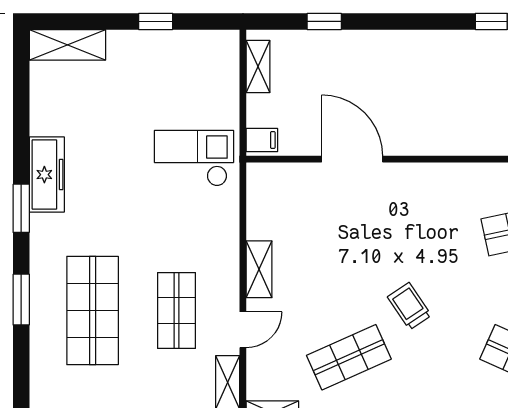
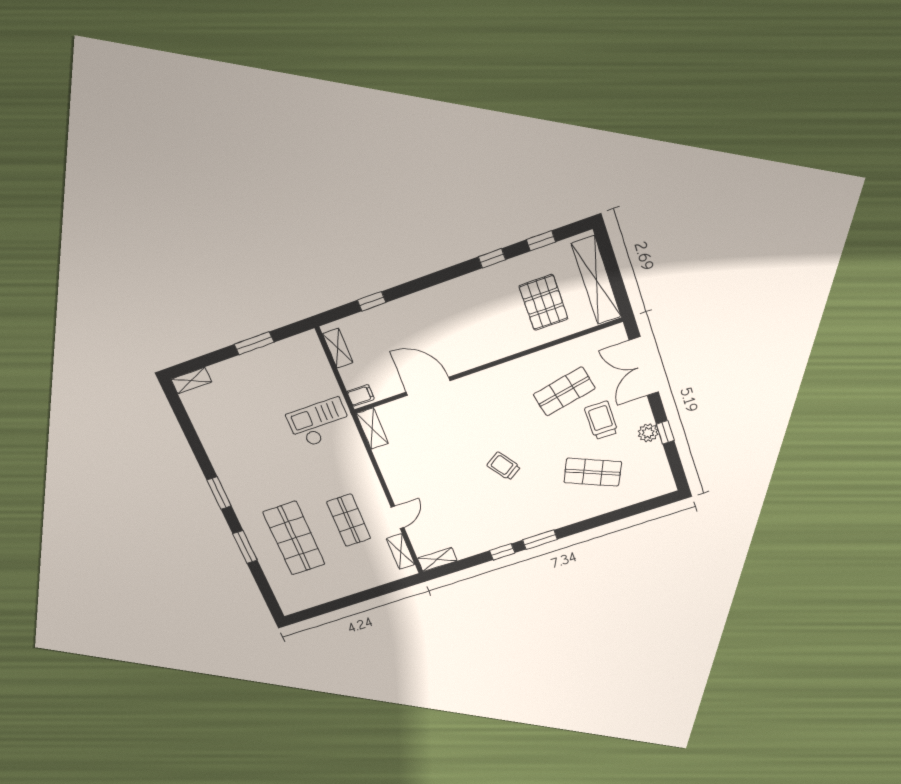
window: (156, 21) -> (254, 343), width x1.50
shelving: (67, 45) -> (191, 381), width x0.67, depth x0.75
freezer: (47, 175) -> (226, 467), removed
shelving: (259, 269) -> (372, 429), moved
shop shelf: (349, 357) -> (475, 511), removed

